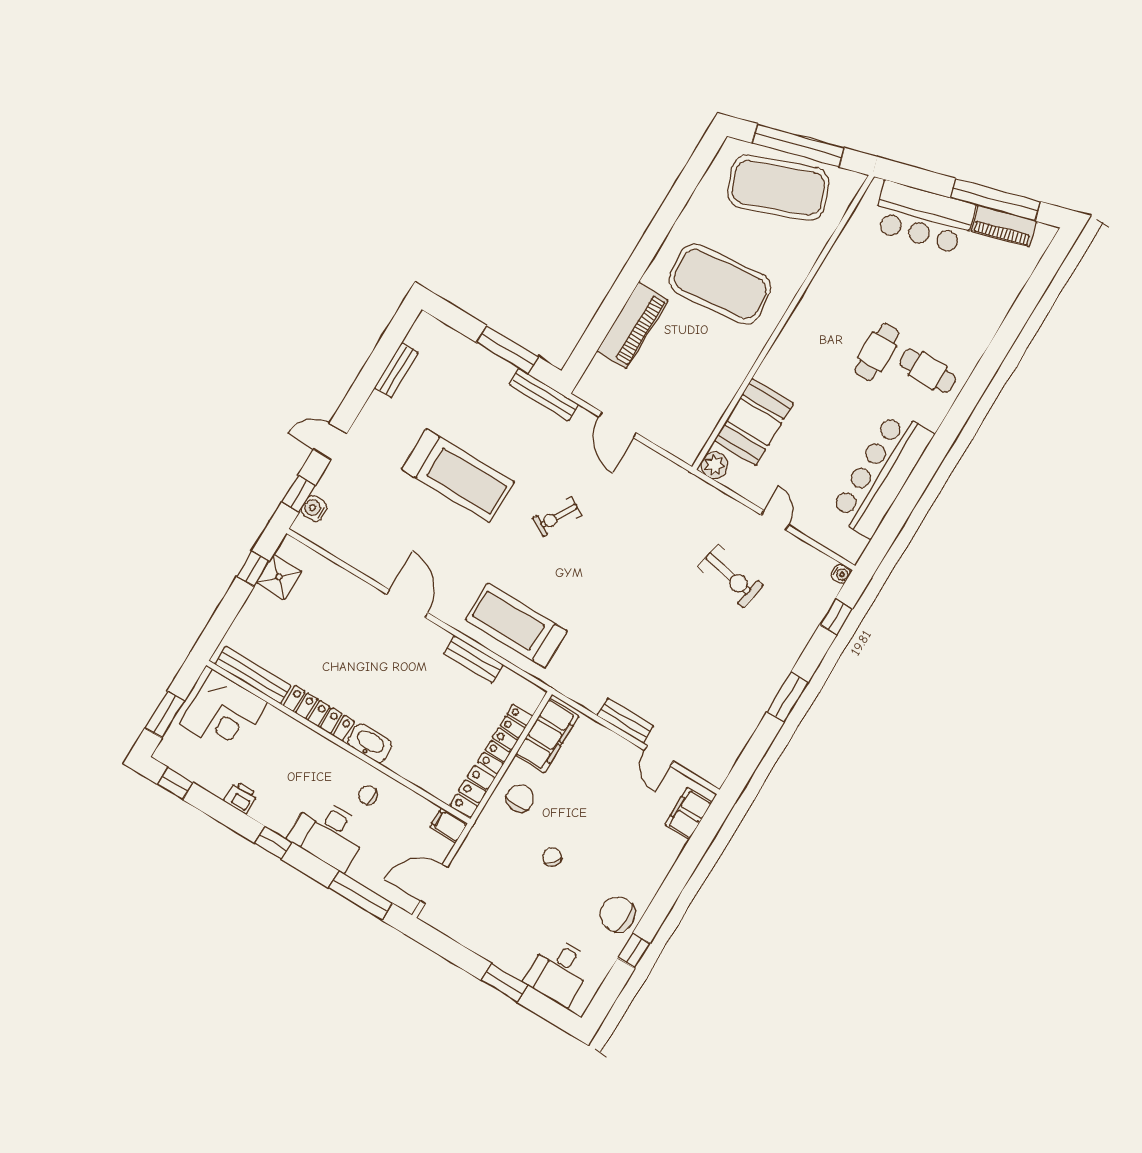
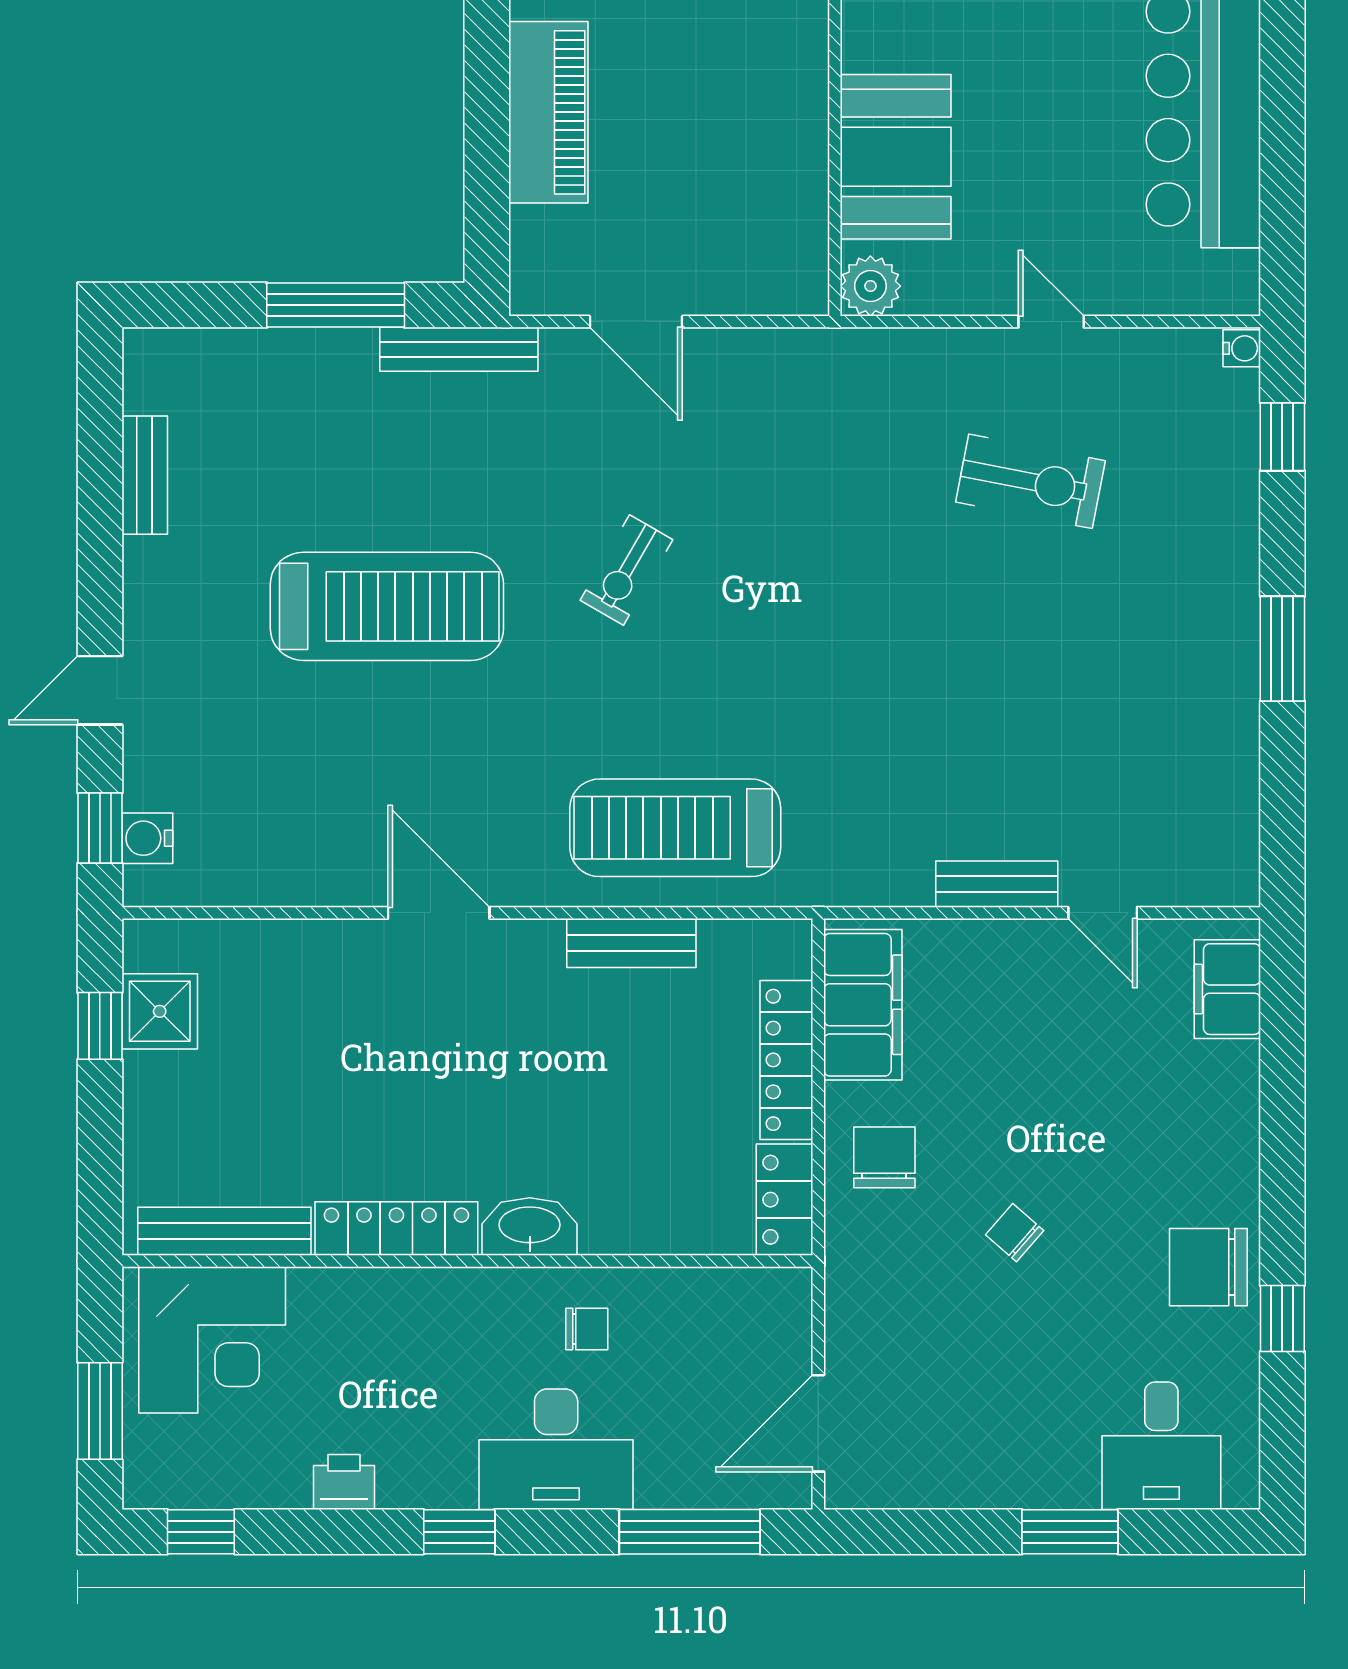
chair: (368, 795) -> (587, 1329), turned 180
filing cabinet: (449, 825) -> (778, 1293), removed

